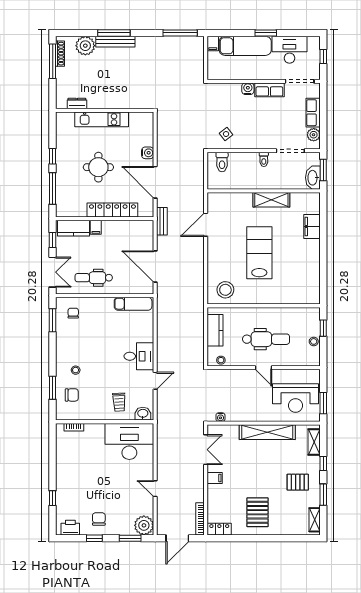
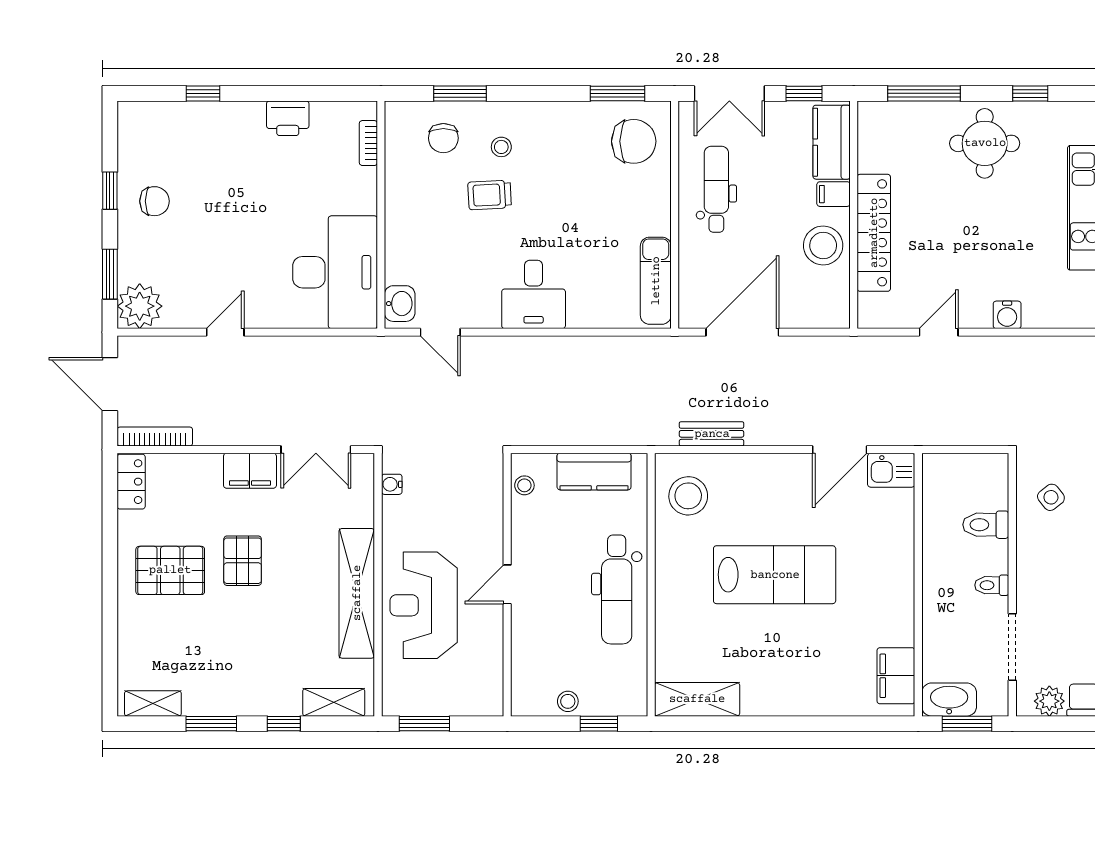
window: (53, 156) -> (1030, 93), moved
toilet: (222, 162) -> (986, 525), moved
round table: (98, 167) -> (985, 143), moved
door: (155, 182) -> (939, 332), width x0.53
shelving: (271, 200) -> (697, 699), moved, turned 90
kitchen sink: (214, 203) -> (891, 470), added
bench: (162, 221) -> (712, 434), moved
door: (206, 225) -> (840, 450), swing flipped
filing cabinet: (312, 226) -> (896, 676), moved, turned -90
stool: (118, 232) -> (823, 245), added
chair: (73, 313) -> (634, 141), width x1.87, depth x1.87
dental chair: (266, 339) -> (617, 589), moved
door: (155, 381) -> (440, 332), moved
reception desk: (296, 398) -> (424, 605), moved
trolley: (119, 402) -> (490, 195), moved
filing cabinet: (215, 478) -> (250, 471), width x2.00
pallet: (298, 482) -> (243, 561), moved
printer: (70, 528) -> (288, 118), moved, turned 90

